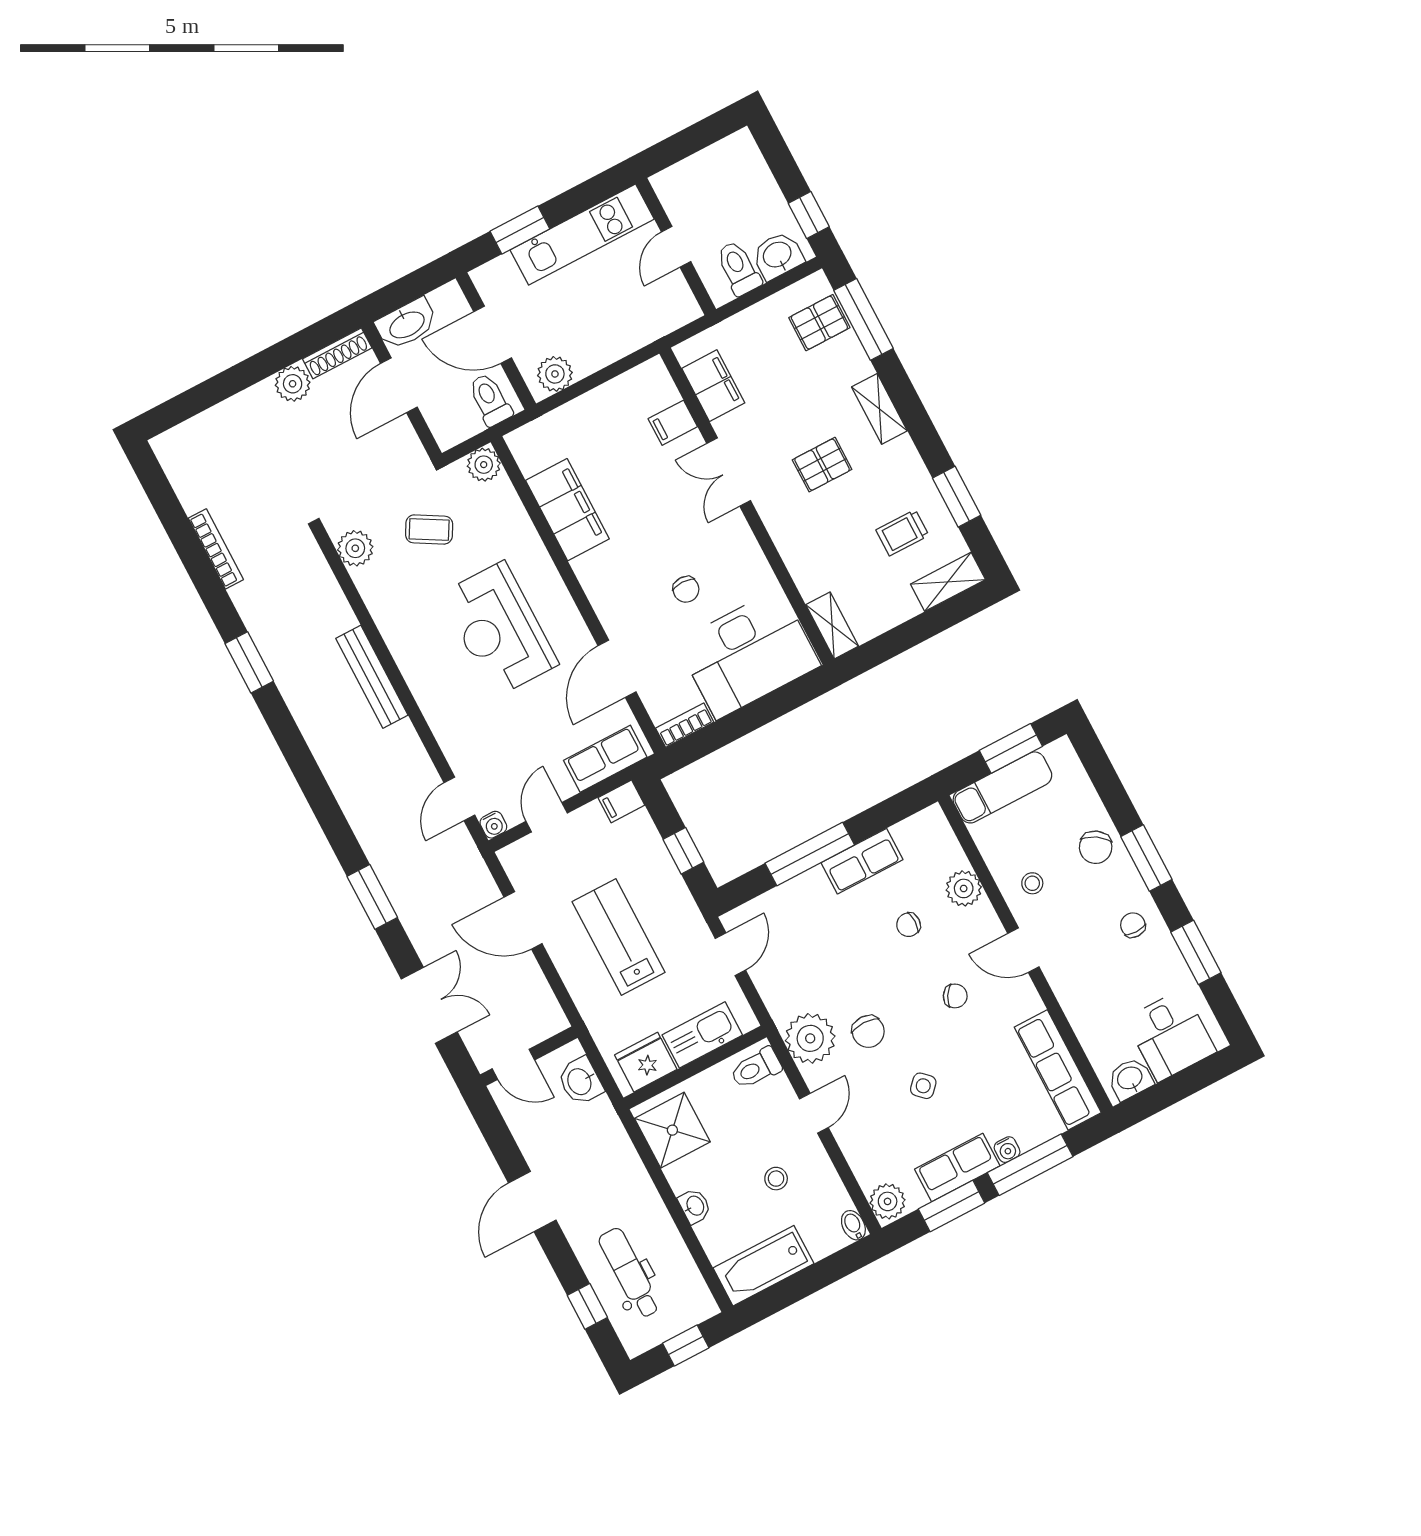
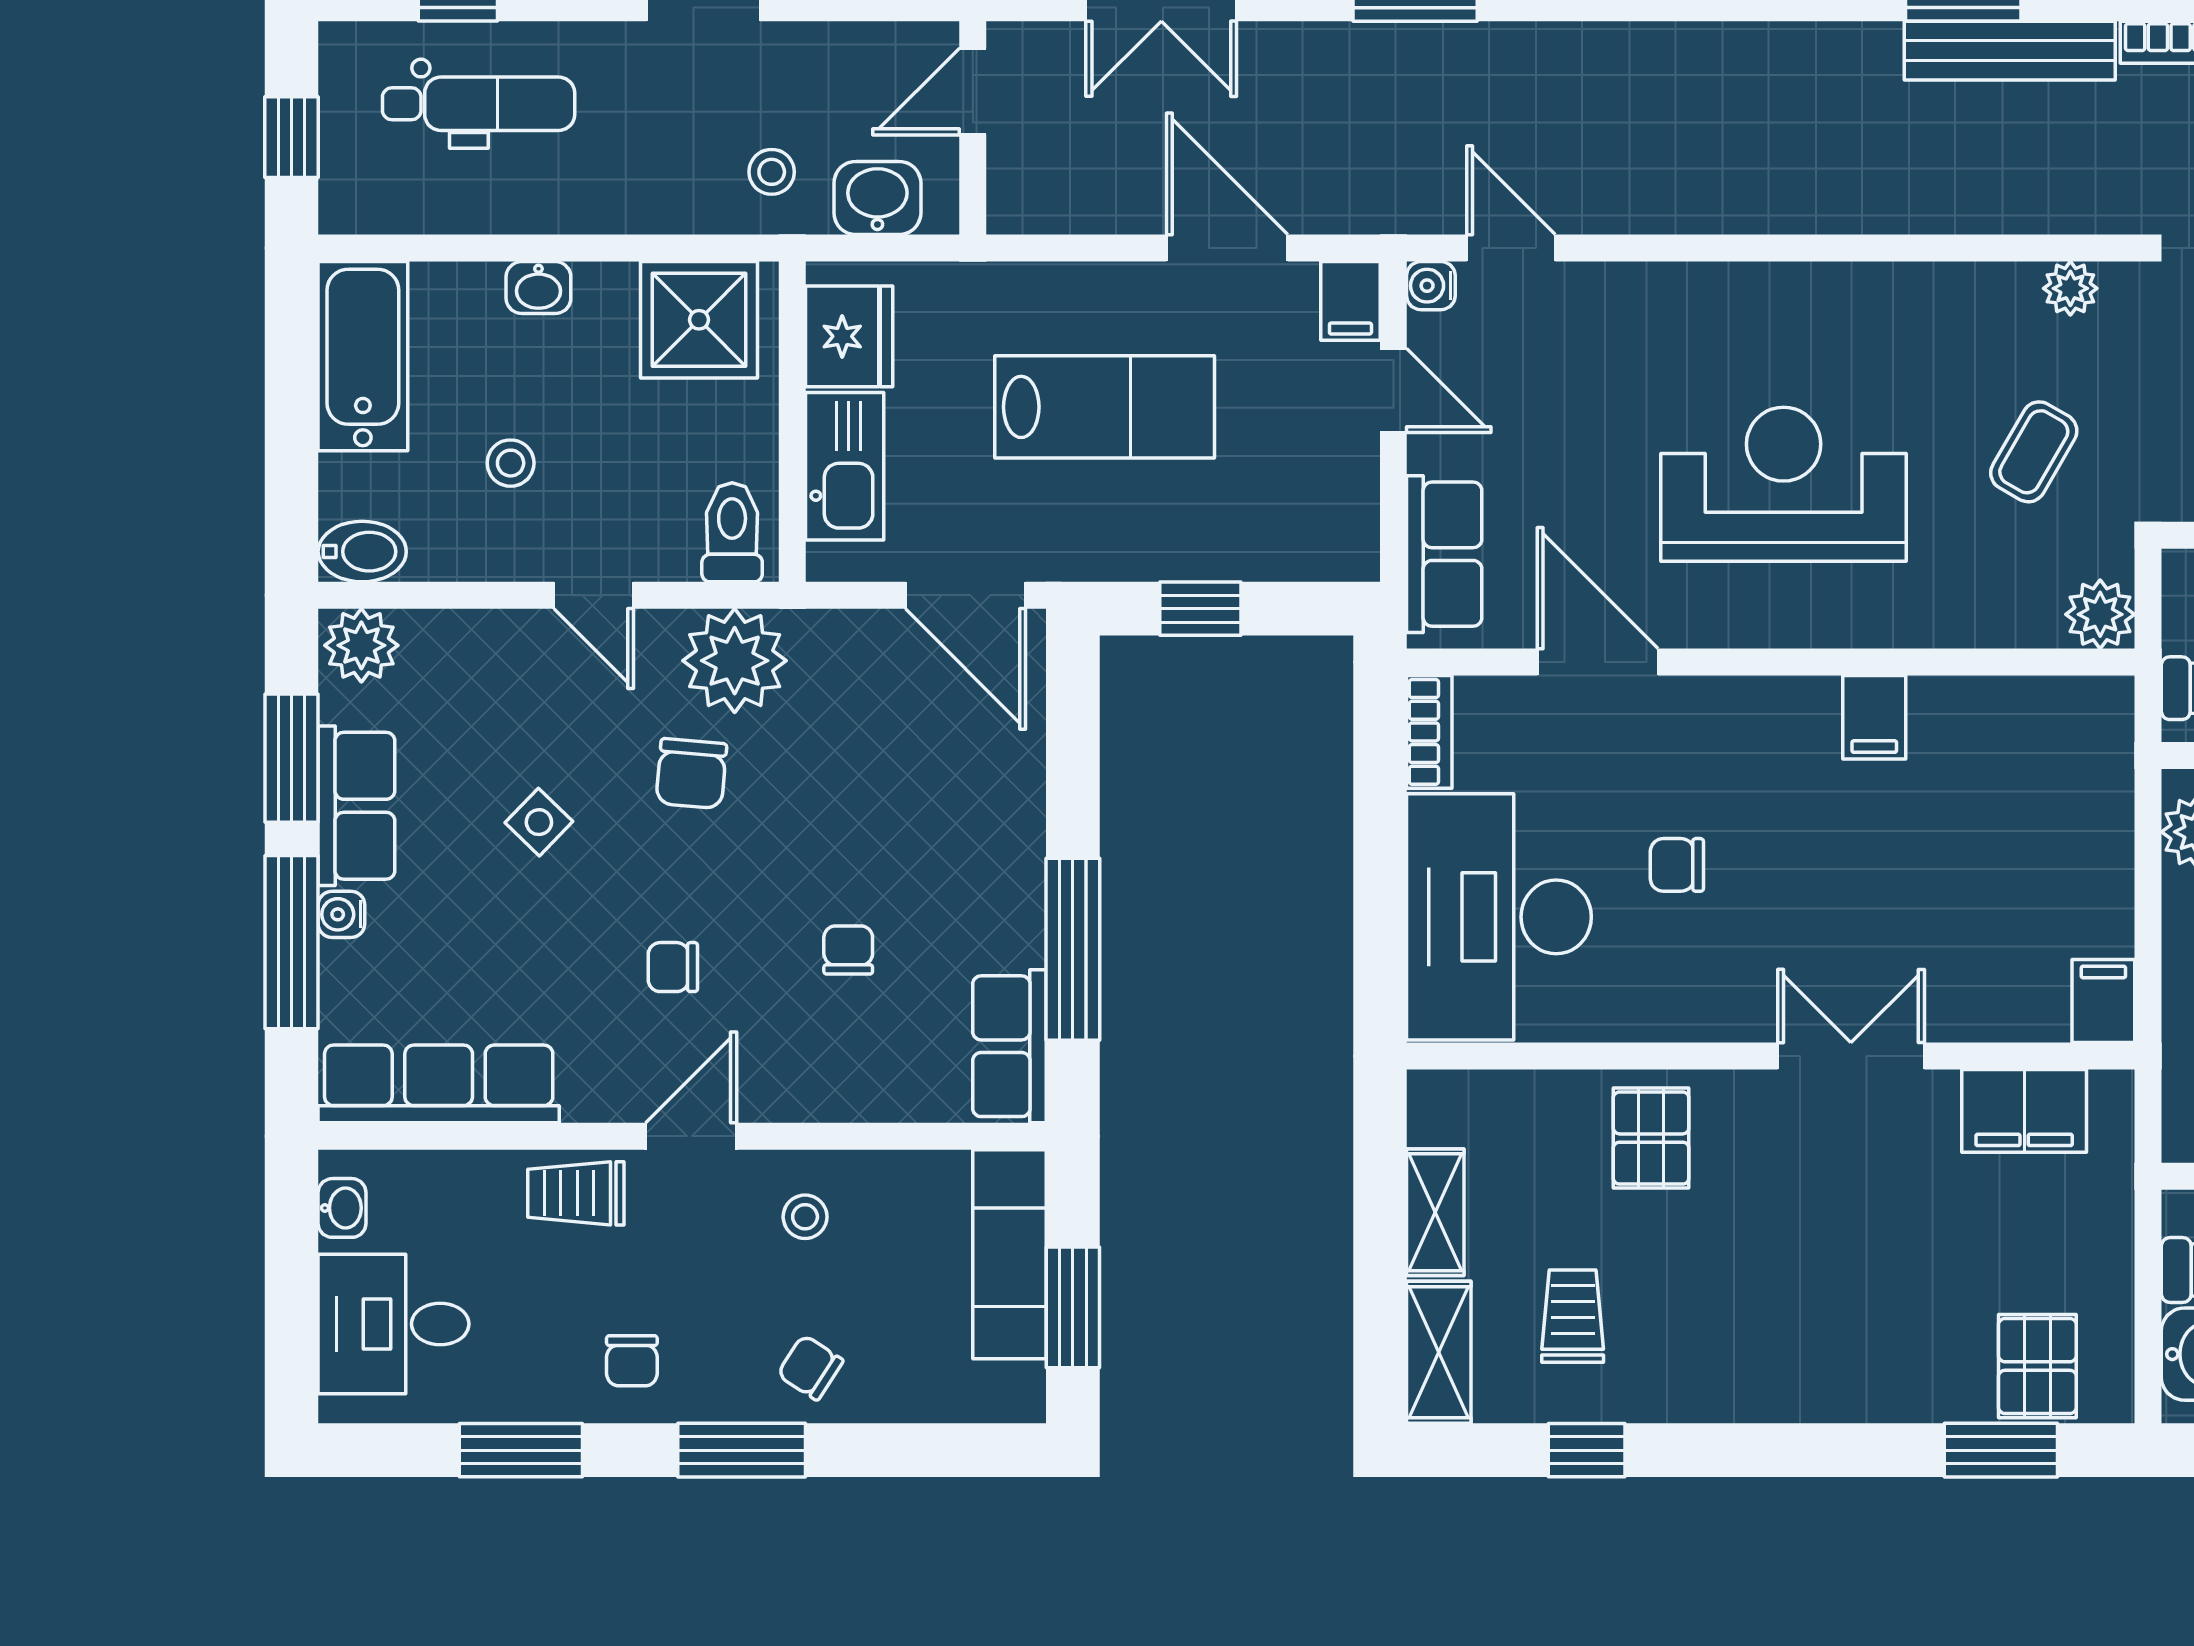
window: (864, 319) -> (2001, 1450), width x0.69
shelving: (879, 409) -> (1822, 1393), removed
filing cabinet: (673, 423) -> (2103, 1001), moved
pallet: (822, 465) -> (1651, 1138), moved
window: (957, 497) -> (1587, 1450), width x0.67
filing cabinet: (567, 510) -> (1874, 717), width x0.33, depth x0.86
plant: (355, 548) -> (2070, 288), width x0.73, depth x0.73
shelving: (832, 625) -> (1435, 1212), moved, turned 90
bench: (372, 677) -> (2010, 51), moved
filing cabinet: (621, 801) -> (1350, 301), moved, turned 180
chair: (1096, 847) -> (810, 1368), width x0.73, depth x0.73
window: (810, 854) -> (1073, 949), moved
row of seats: (862, 861) -> (1009, 1046), moved
plant: (964, 888) -> (862, 1086), removed
door: (523, 920) -> (1227, 248), hinge flipped
chair: (1133, 925) -> (632, 1361), turned 90
door: (730, 954) -> (966, 595), width x1.37
trolley: (1074, 987) -> (576, 1193), added
chair: (955, 996) -> (673, 967), turned 60
chair: (868, 1032) -> (691, 774), turned -85
washbasin: (1130, 1079) -> (342, 1208), width x0.72, depth x0.69
stool: (593, 1132) -> (772, 172), added
bidet: (853, 1225) -> (362, 552), width x1.38, depth x1.36

